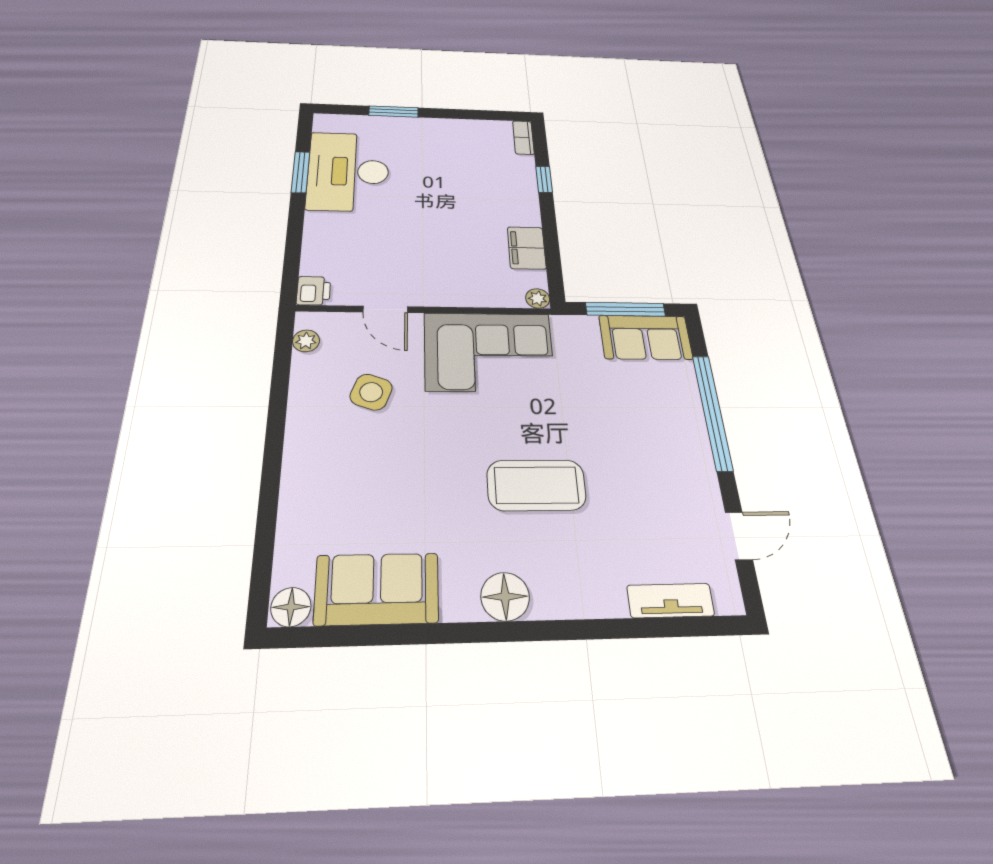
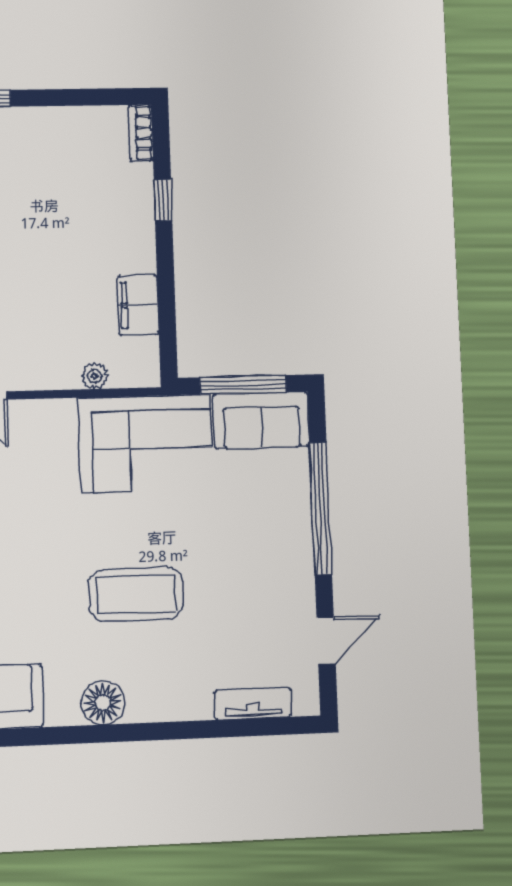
plant: (538, 298) -> (94, 376), moved
corner sofa: (489, 352) -> (146, 443), moved

